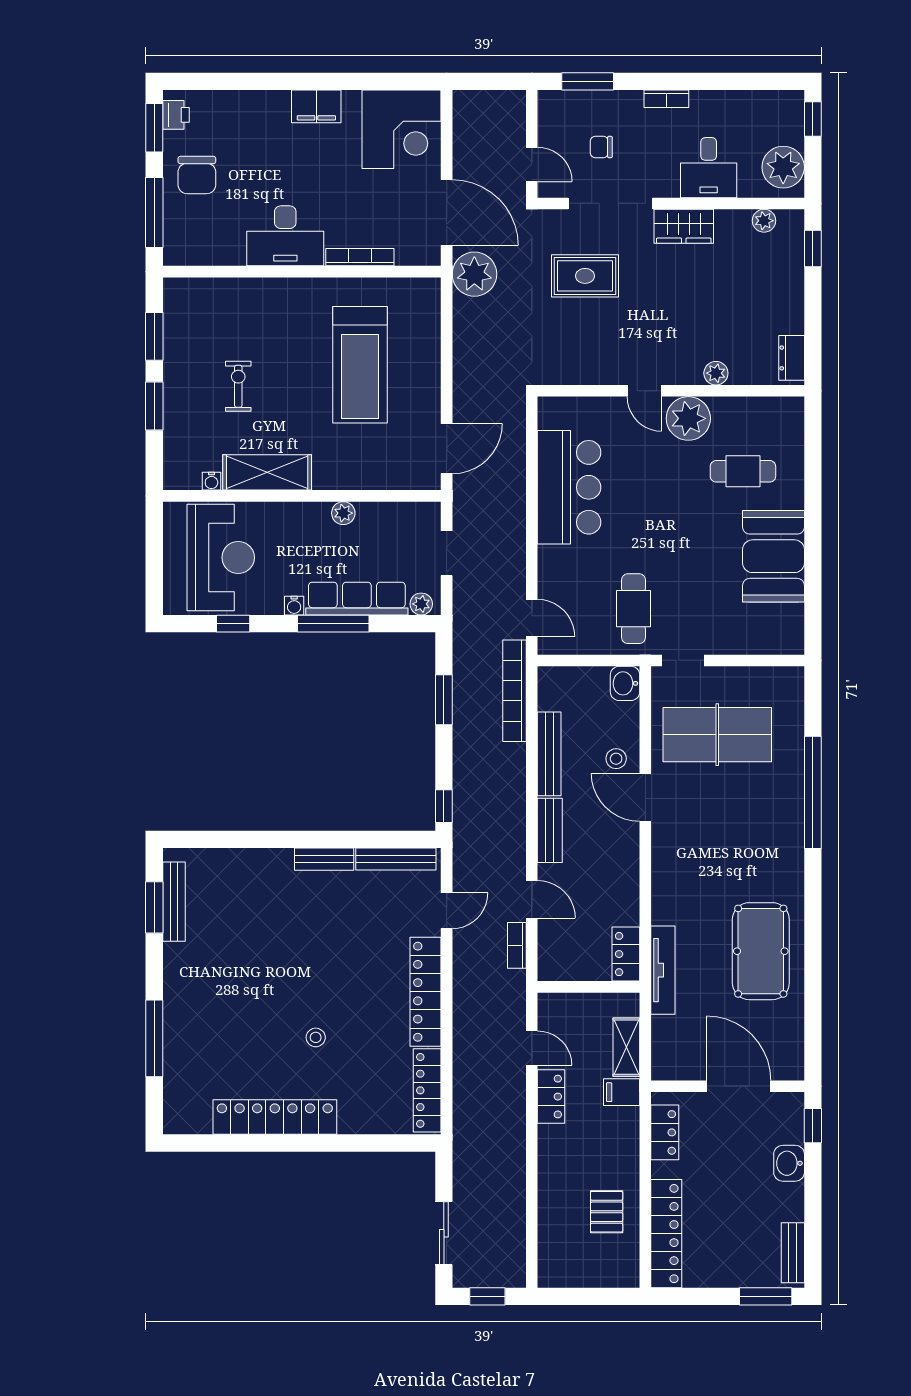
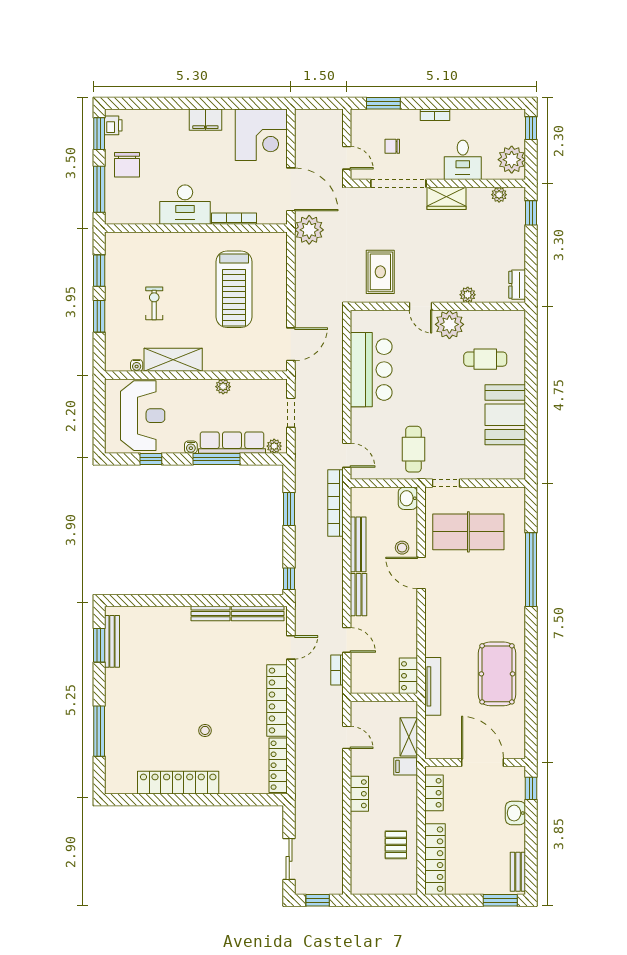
rug: (585, 276) -> (380, 272), moved, turned 90
locker: (551, 1097) -> (359, 794), moved

